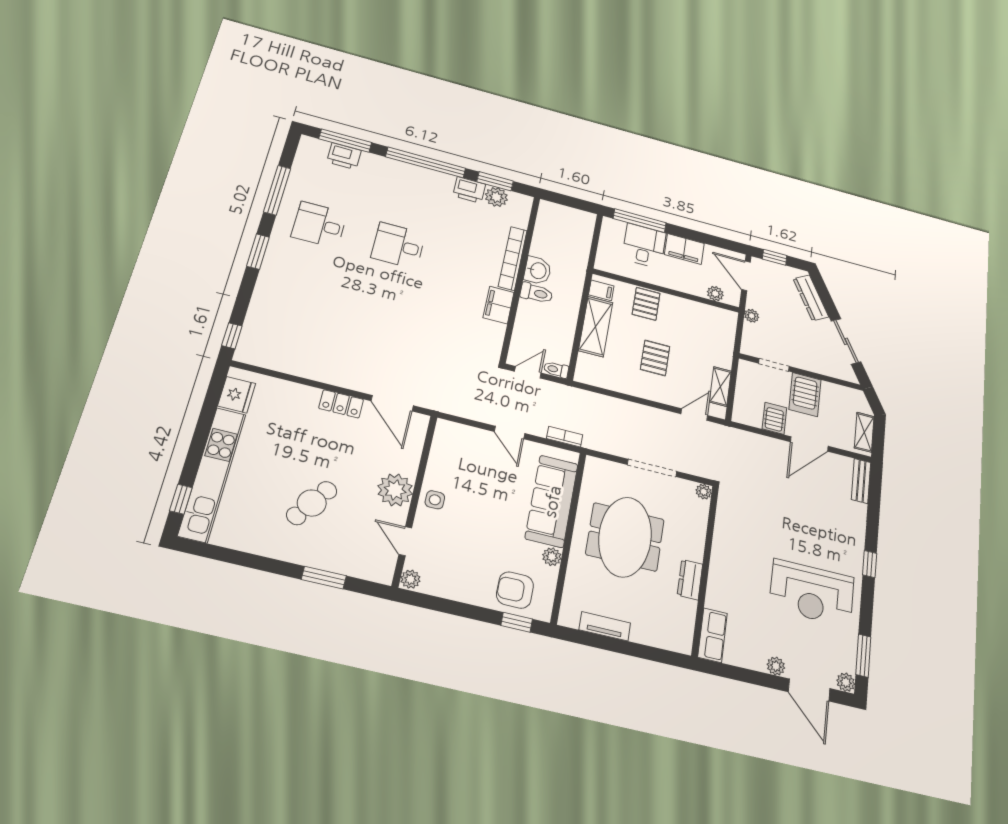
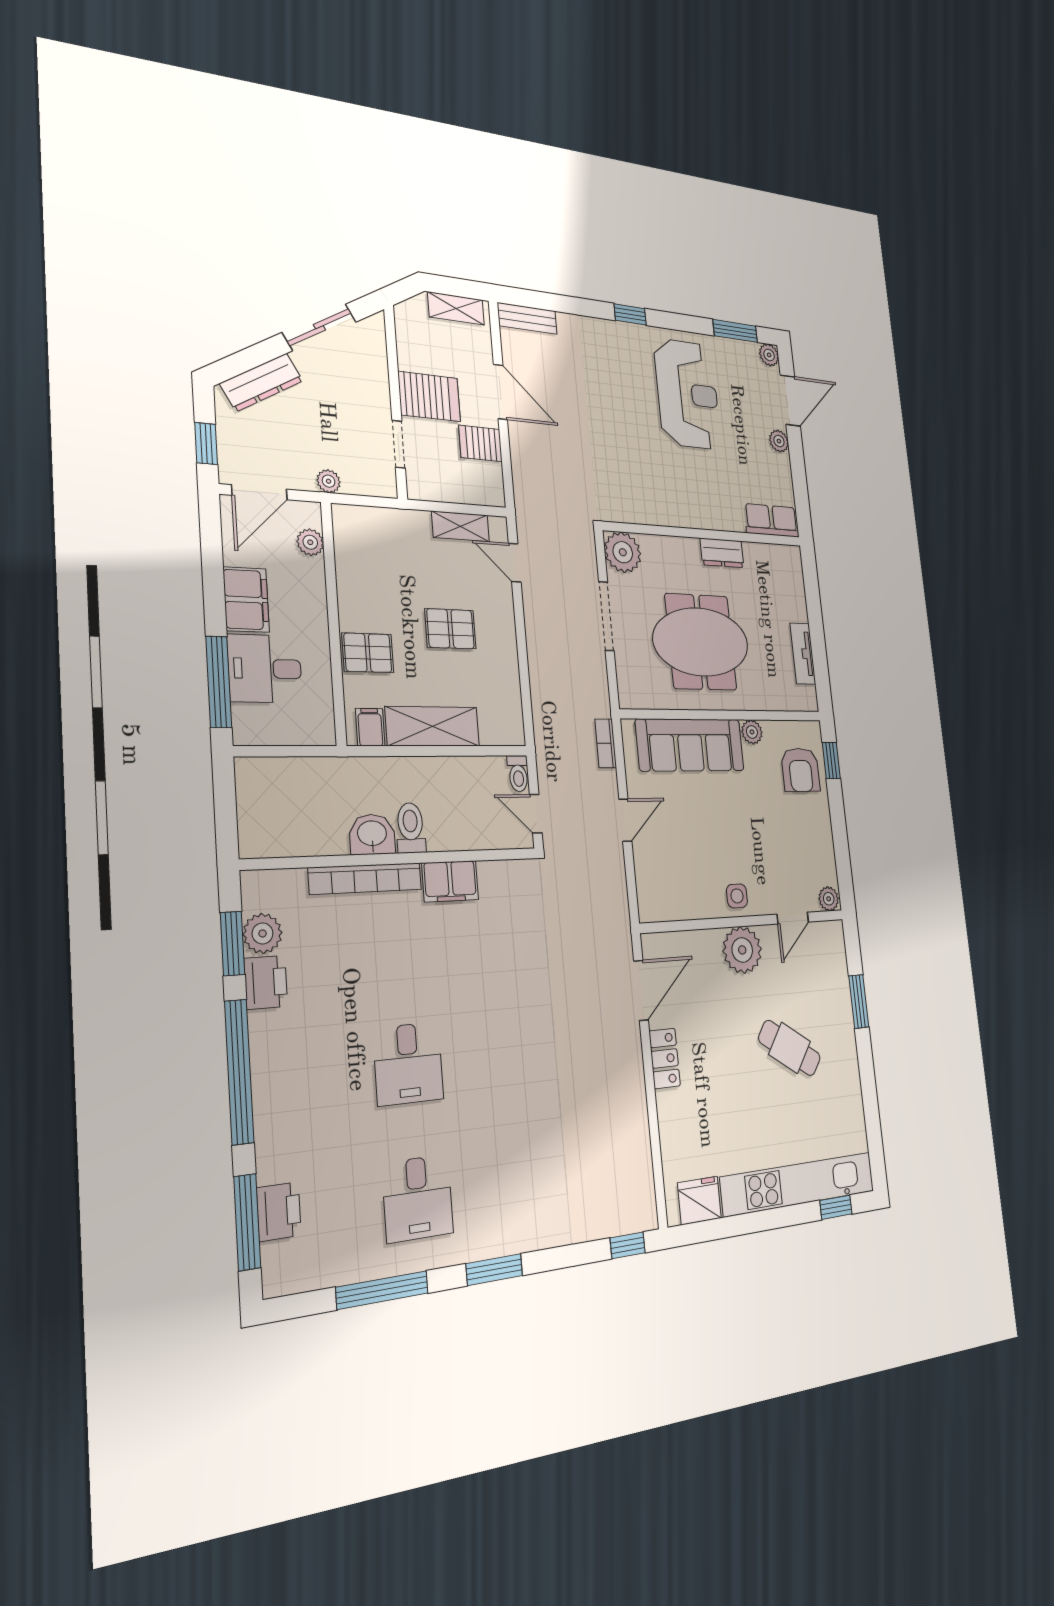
plant: (704, 492) -> (623, 552), width x1.88, depth x1.88

